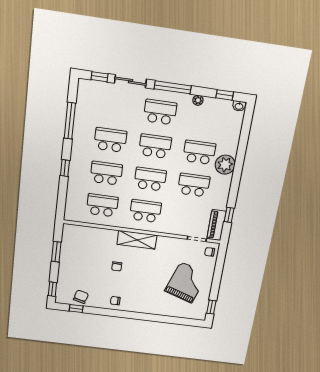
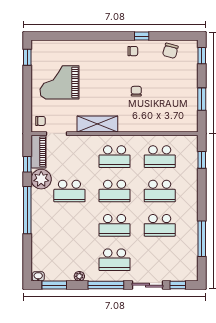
window: (225, 95) -> (54, 285), width x1.50
school desk: (199, 152) -> (69, 225), removed
plant: (225, 165) -> (41, 179), moved
window: (65, 168) -> (202, 160), moved
window: (237, 172) -> (27, 210), added
shelving: (137, 240) -> (97, 124), moved
grand piano: (186, 283) -> (60, 82), turned 71
window: (76, 309) -> (142, 36), moved

